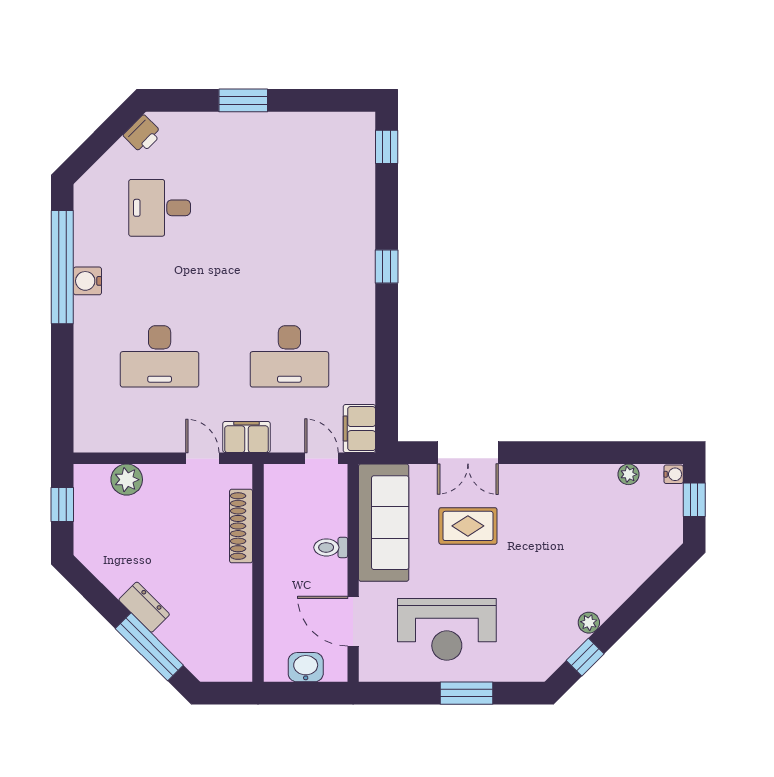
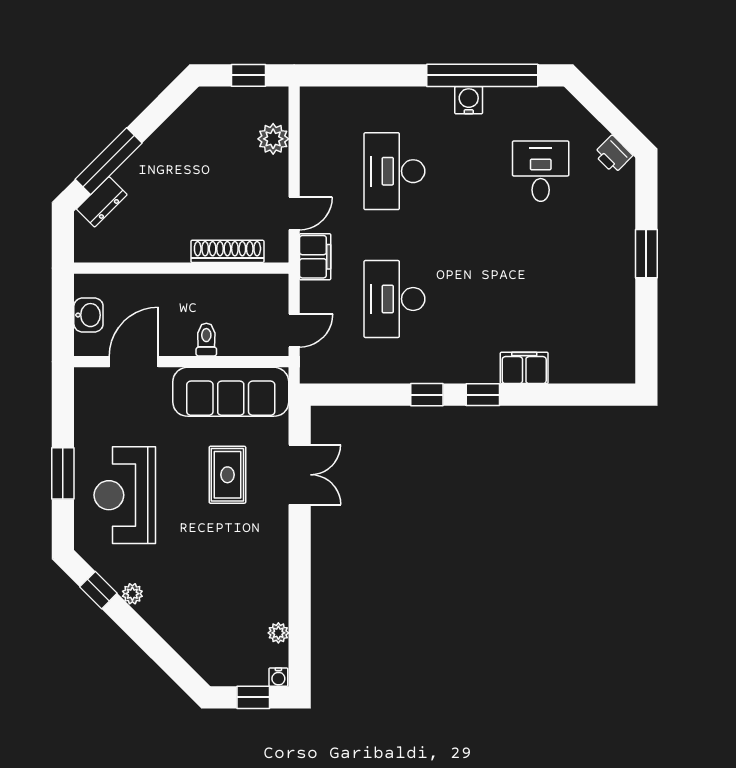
window: (387, 147) -> (427, 395), moved
filing cabinet: (359, 429) -> (524, 368), moved
double door: (468, 453) -> (300, 475), swing flipped
dresser: (144, 607) -> (102, 202), moved
reception desk: (447, 629) -> (125, 495), moved

